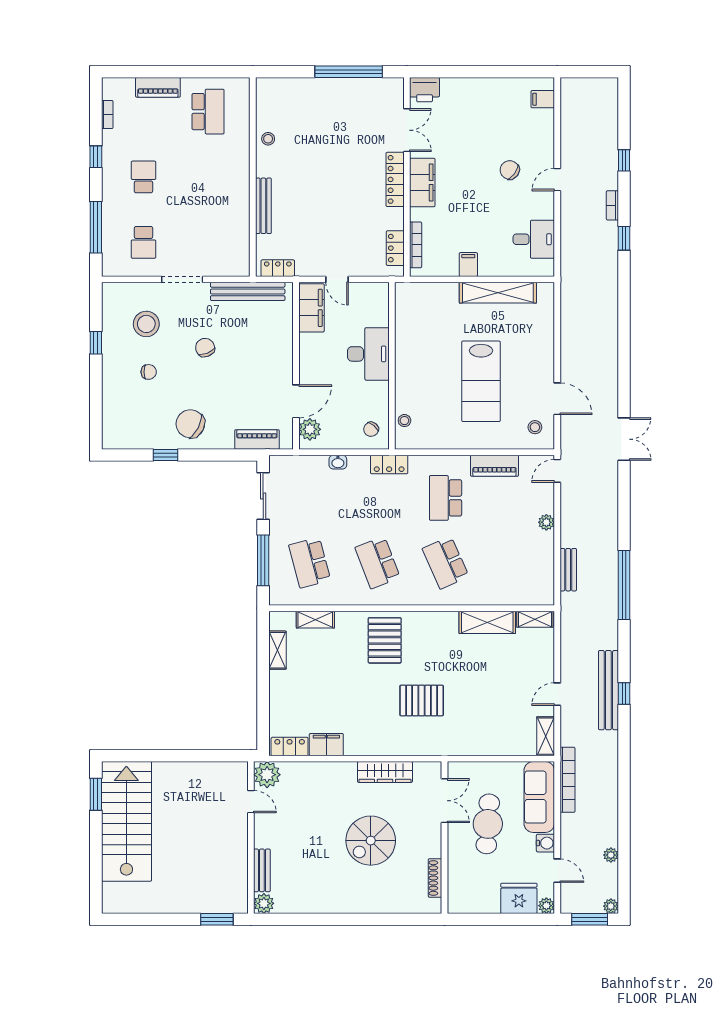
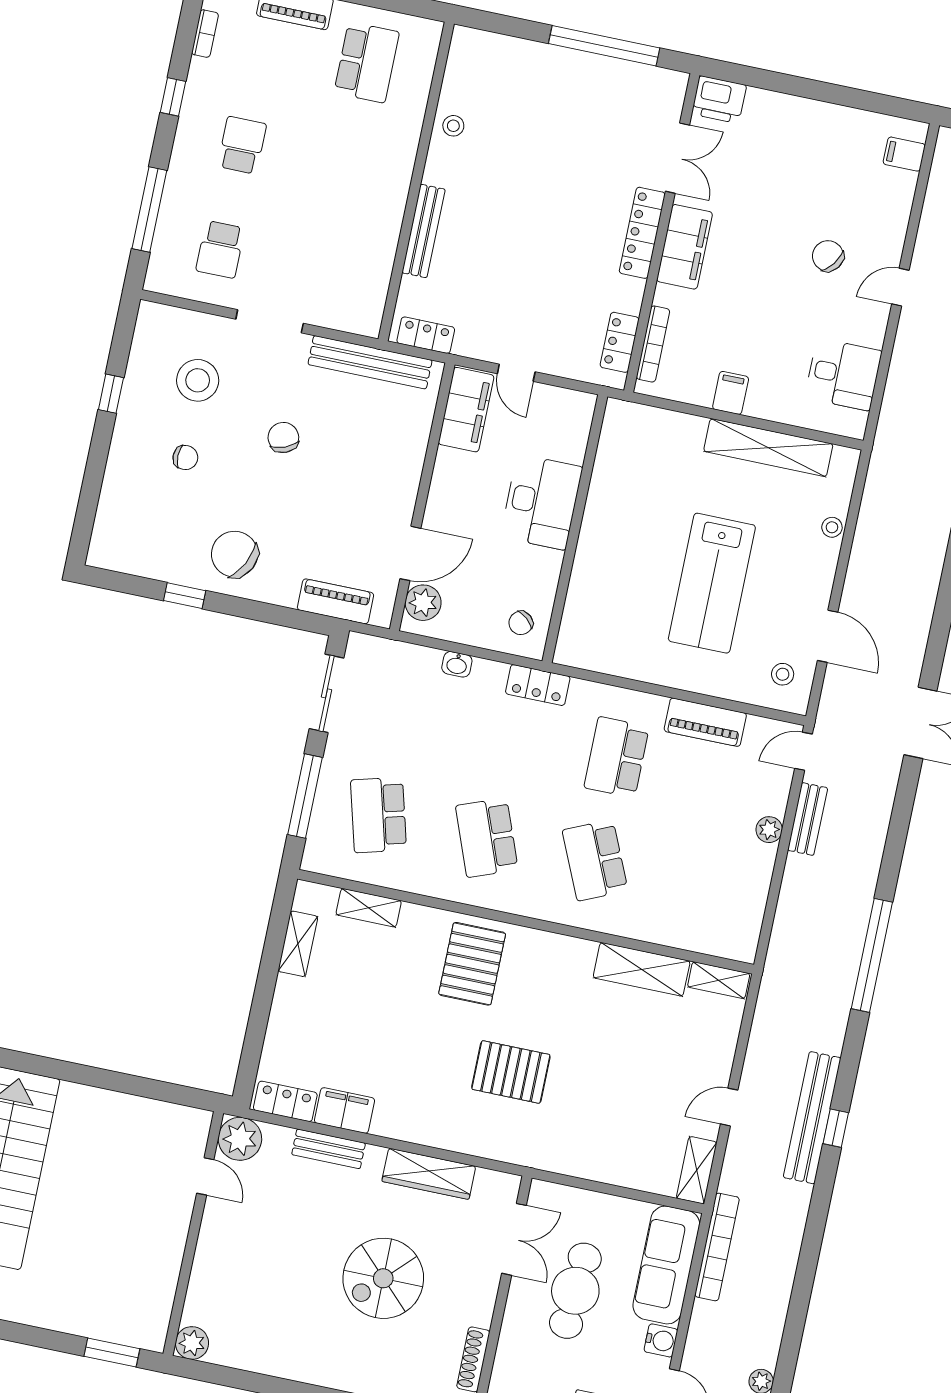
stool: (404, 421) -> (832, 527), moved
bench: (568, 570) -> (808, 819), moved
bench: (262, 870) -> (329, 1149), moved, turned 90

